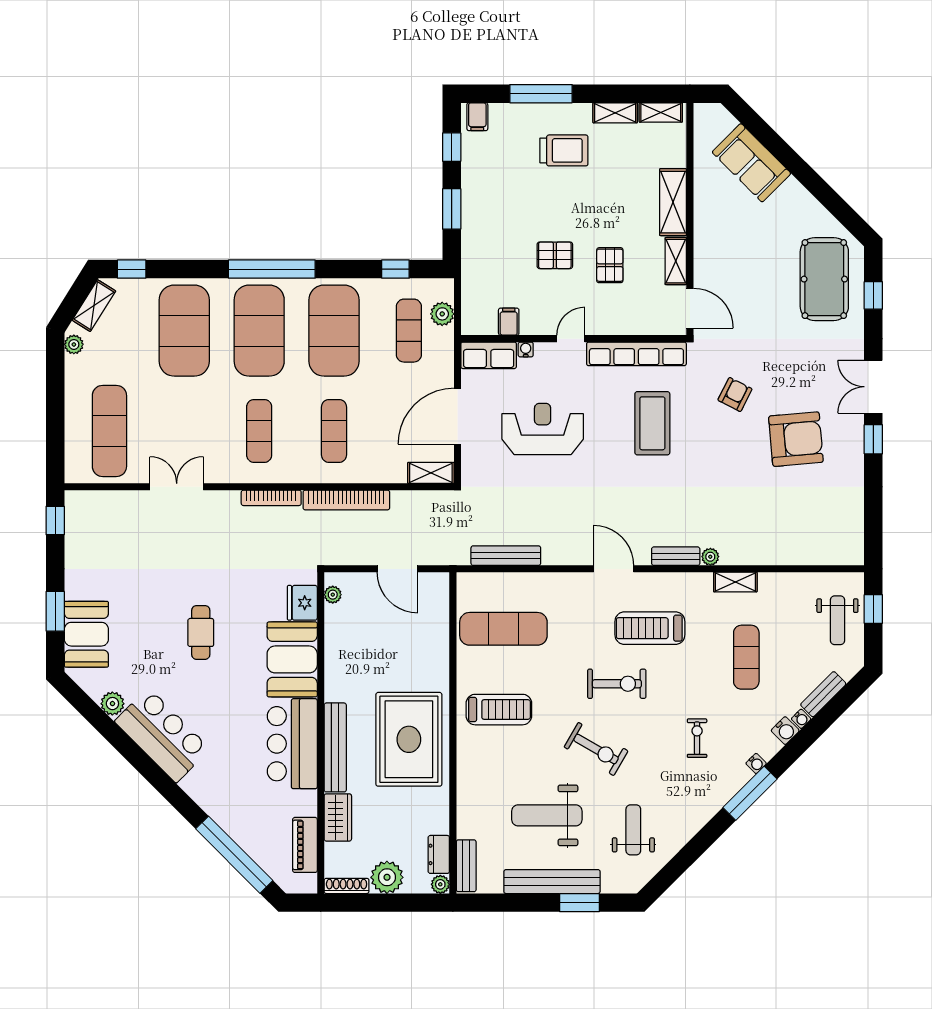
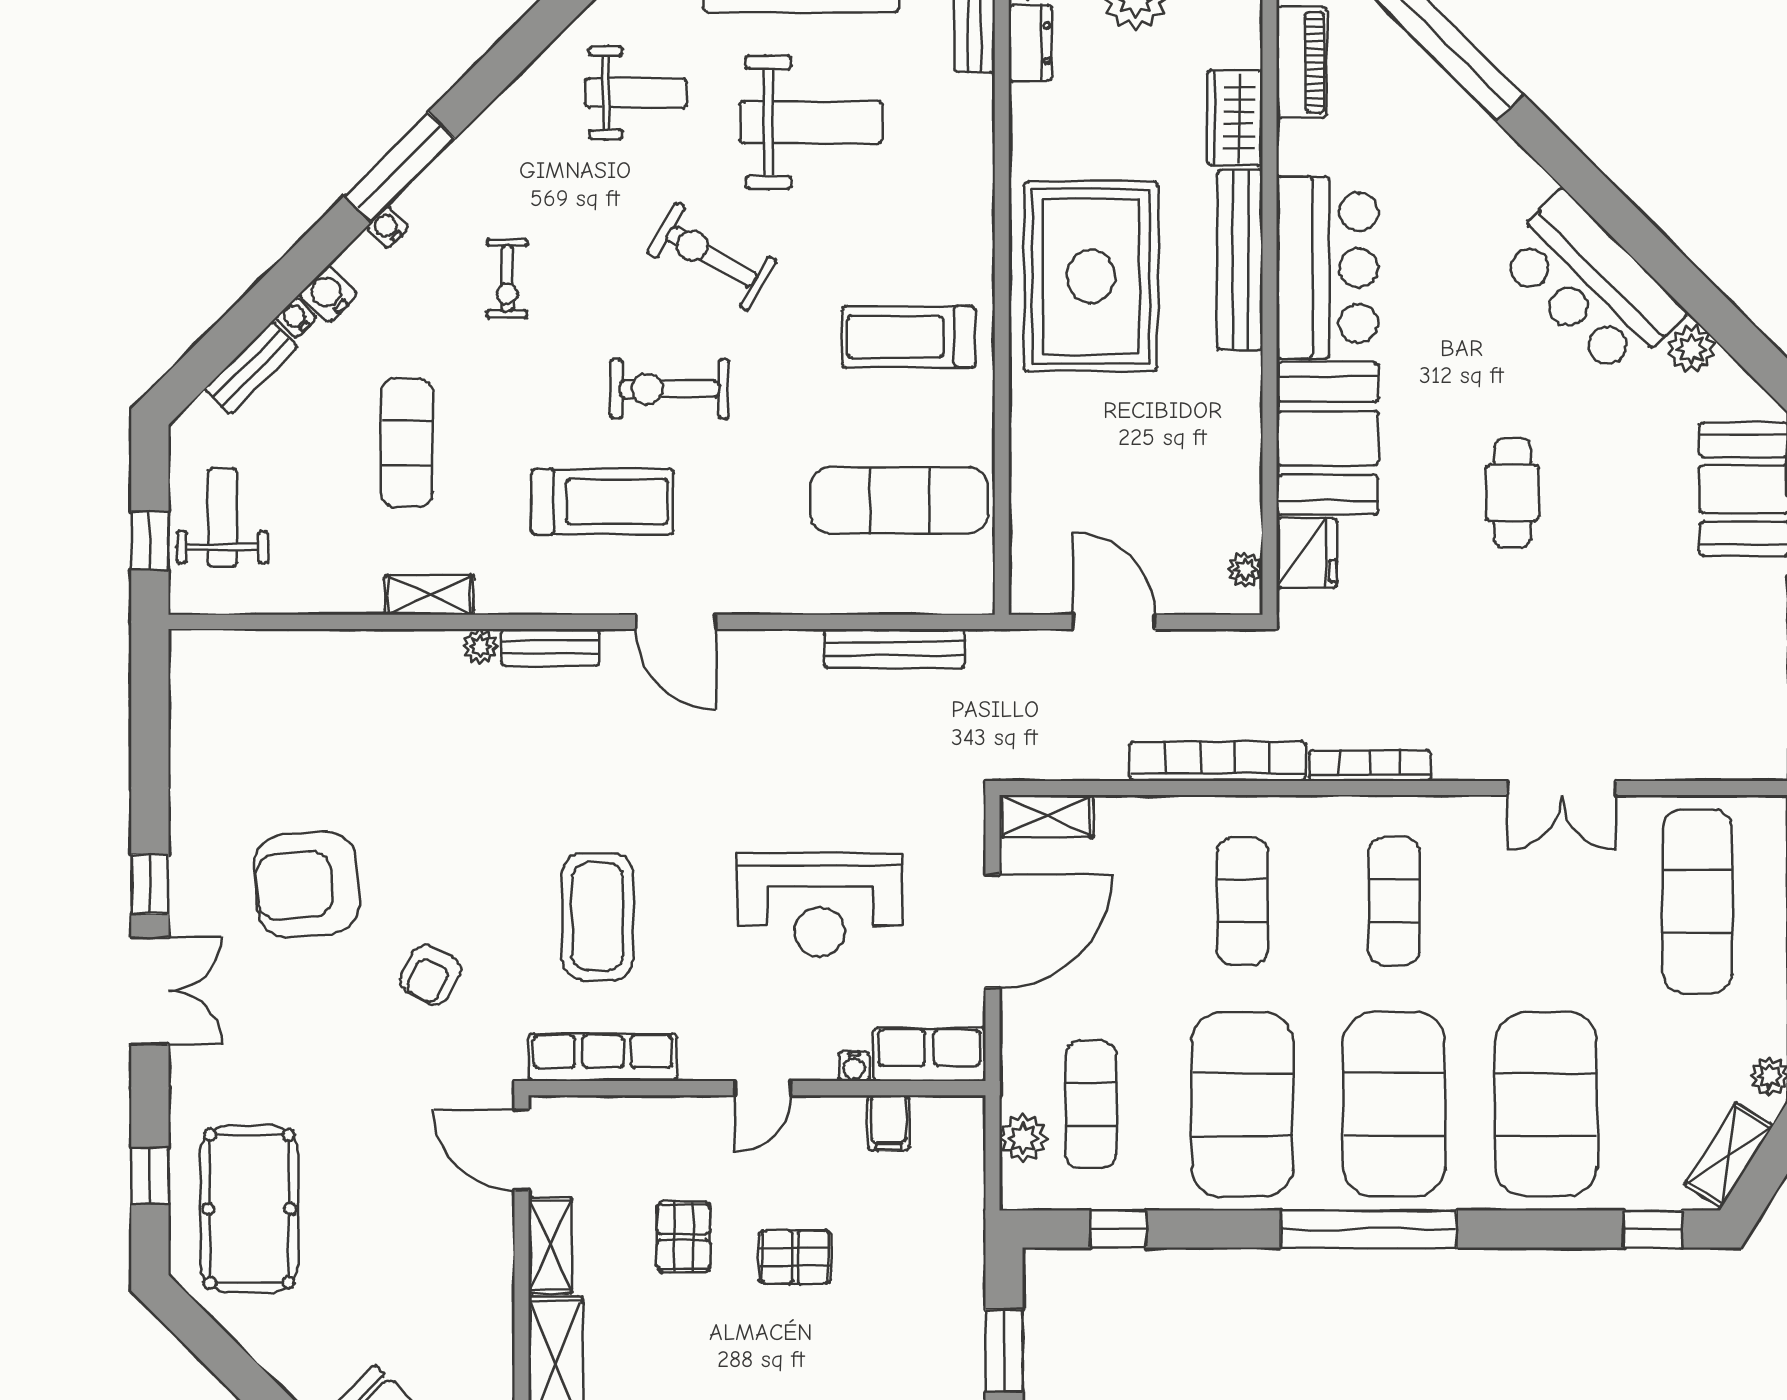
row of seats: (636, 354) -> (603, 1057), width x0.73
weight bench: (633, 830) -> (636, 93), turned -90

